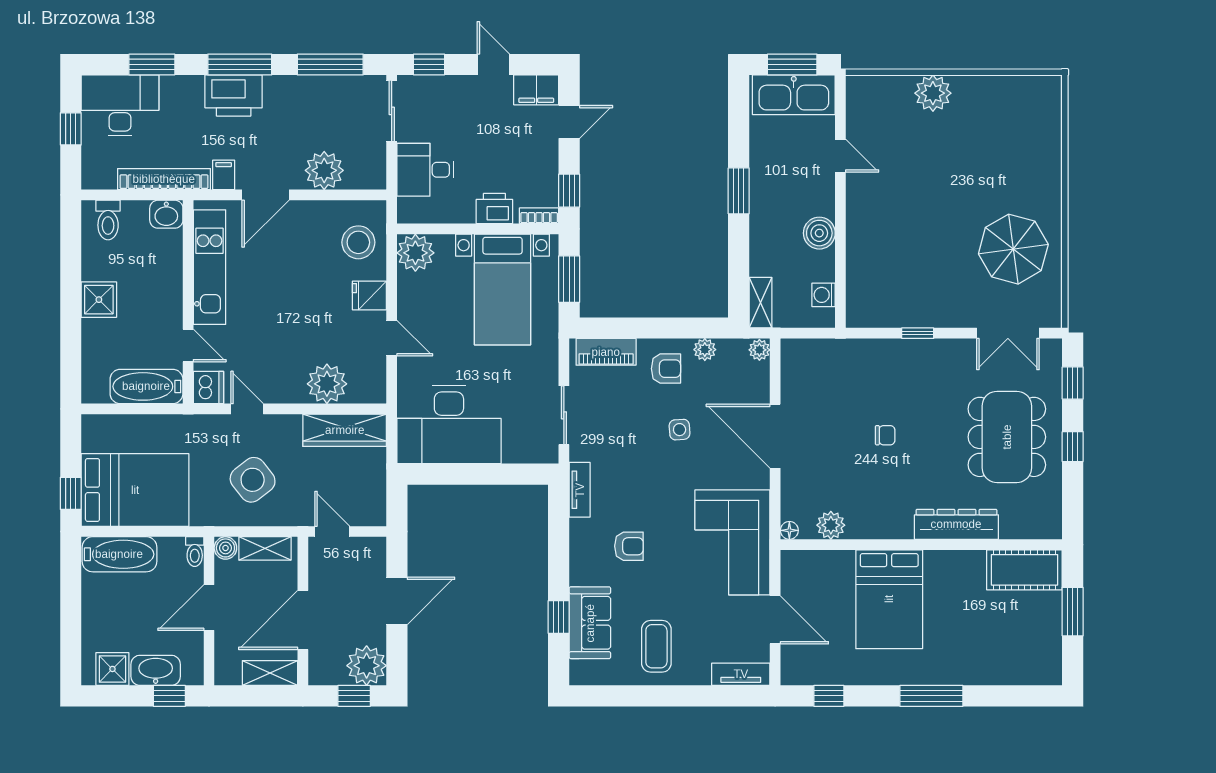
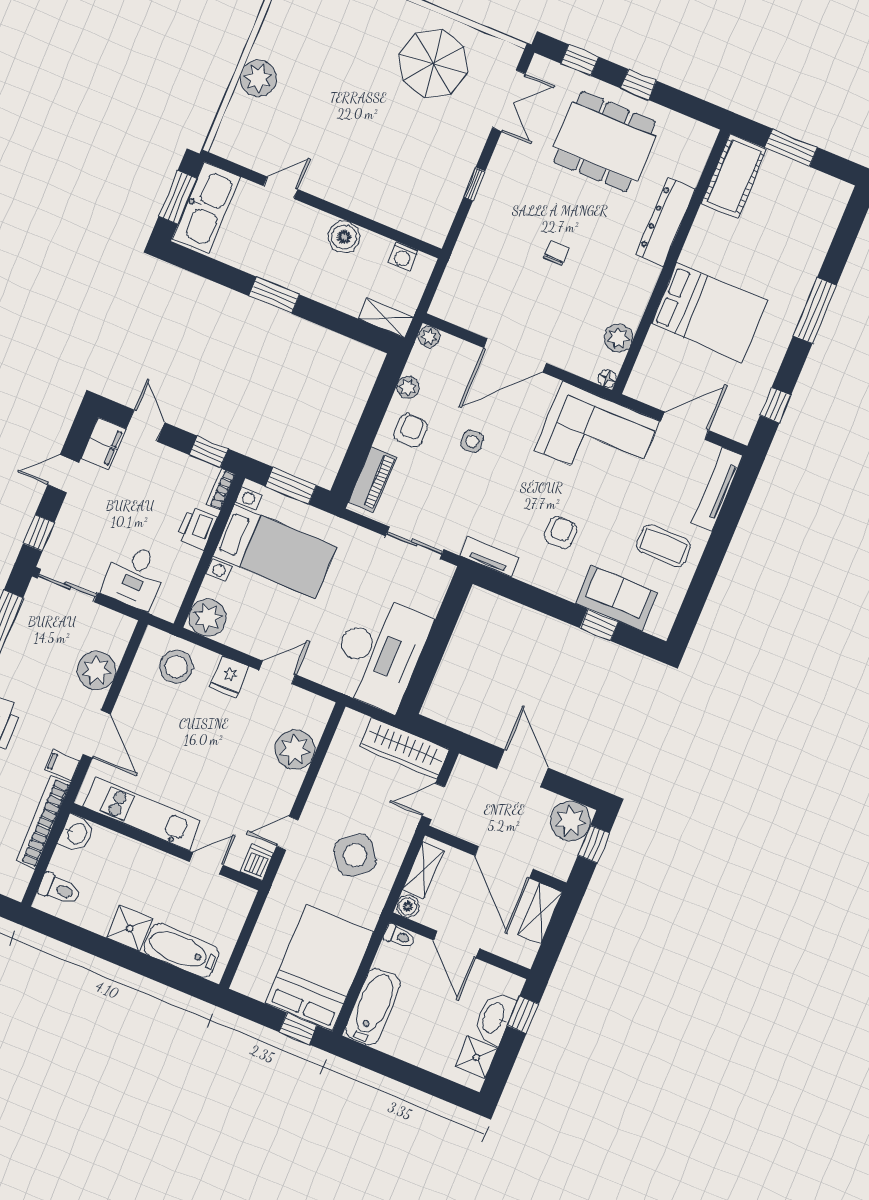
bathtub: (146, 386) -> (181, 950), moved, turned 90
dishwasher: (208, 387) -> (257, 862), width x0.73
wardrobe: (345, 430) -> (404, 748), moved, turned 90
tv unit: (741, 674) -> (717, 489), width x1.41

